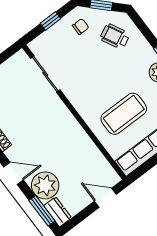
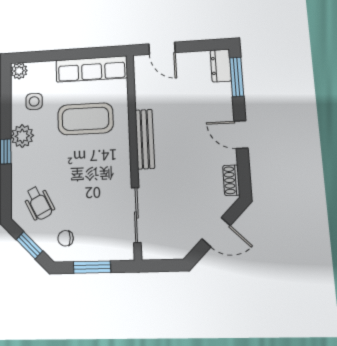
window: (50, 21) -> (92, 267), width x1.50
bench: (74, 127) -> (145, 139), added
plant: (45, 185) -> (216, 100), removed

